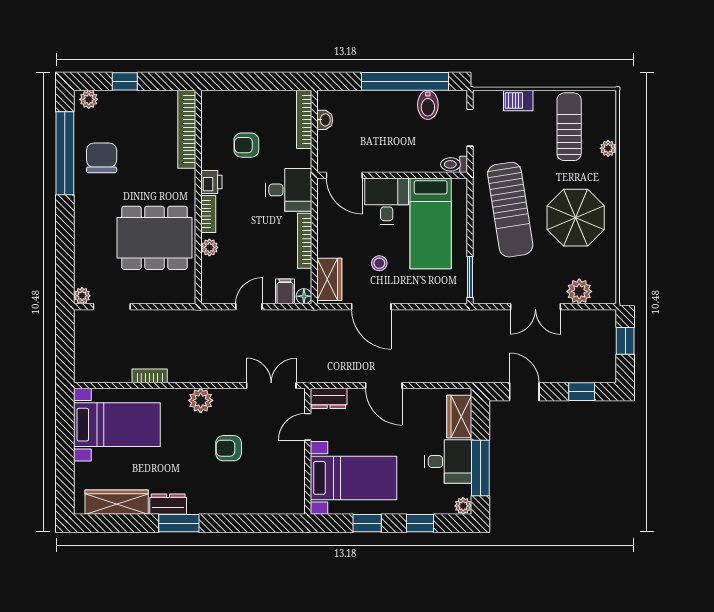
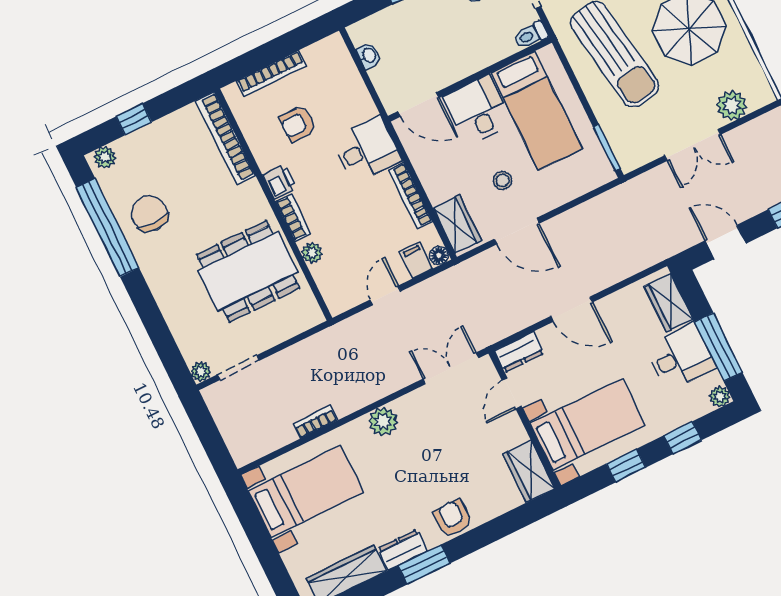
bookcase: (304, 119) -> (271, 74), moved, turned -90
armchair: (229, 448) -> (453, 518), moved, turned 90
wardrobe: (292, 492) -> (529, 471), added

